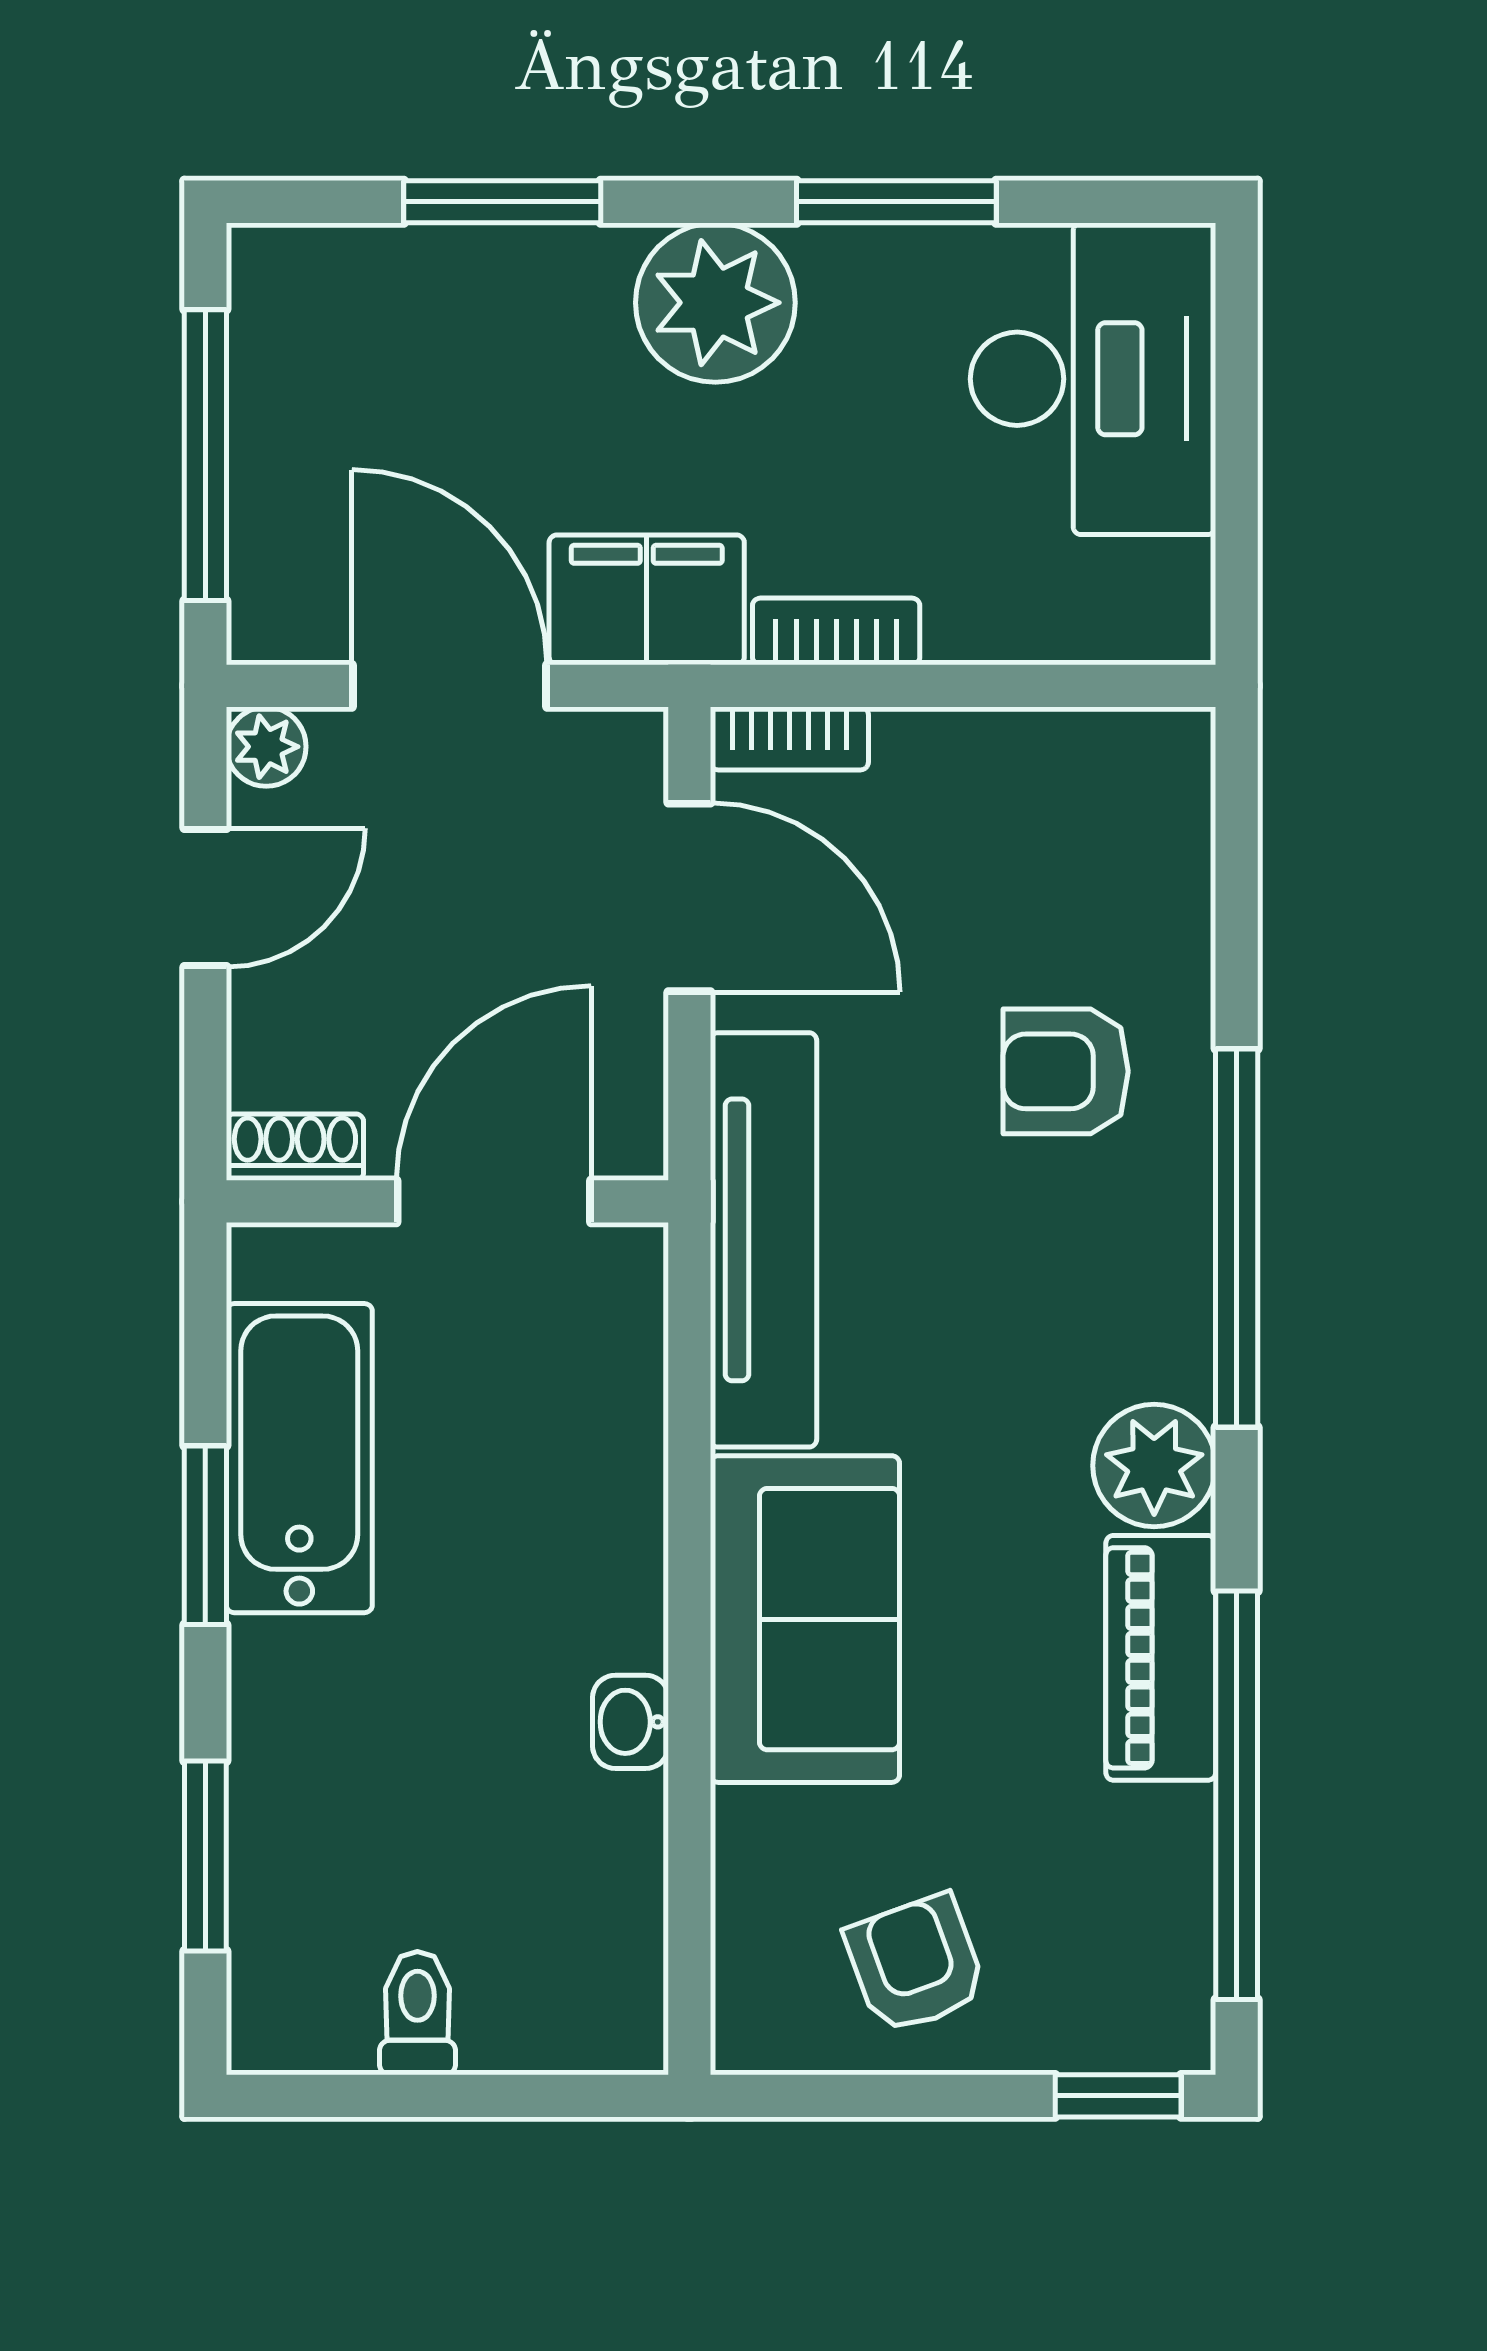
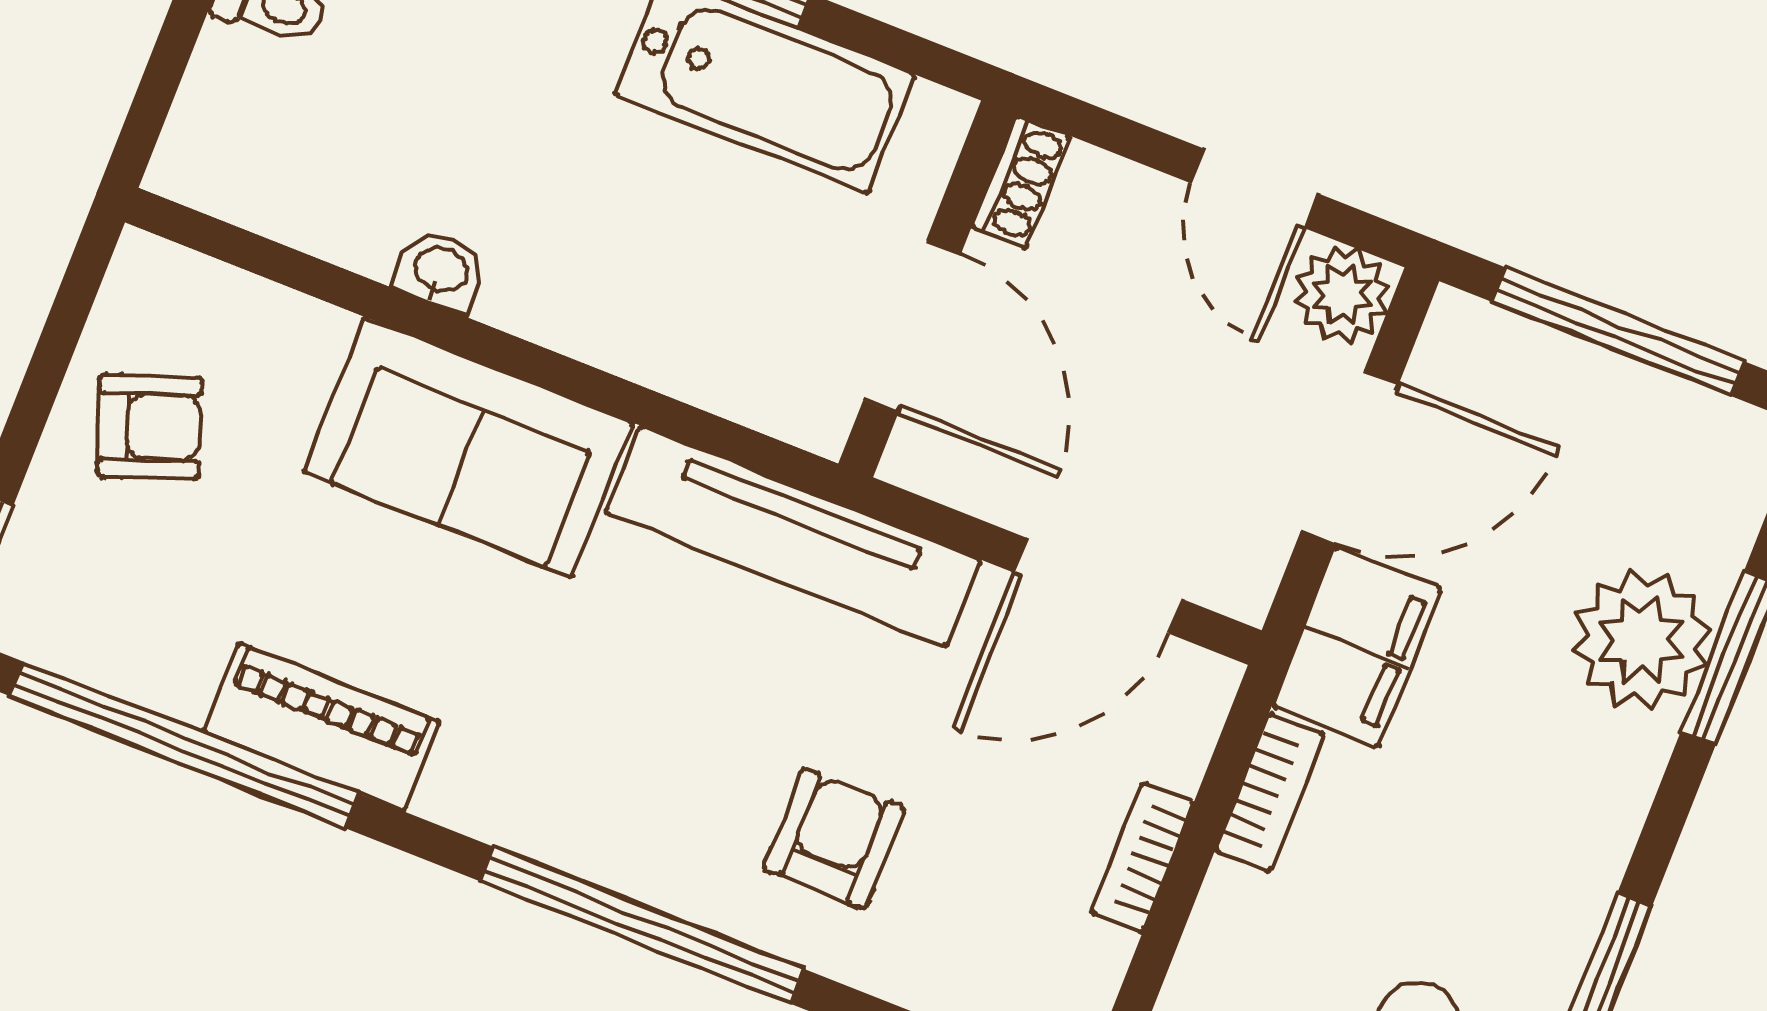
plant: (715, 303) -> (1641, 640), moved
bookcase: (789, 738) -> (1142, 857), moved
plant: (266, 747) -> (1342, 295), width x1.38, depth x1.38
plant: (1154, 1466) -> (482, 784), removed

